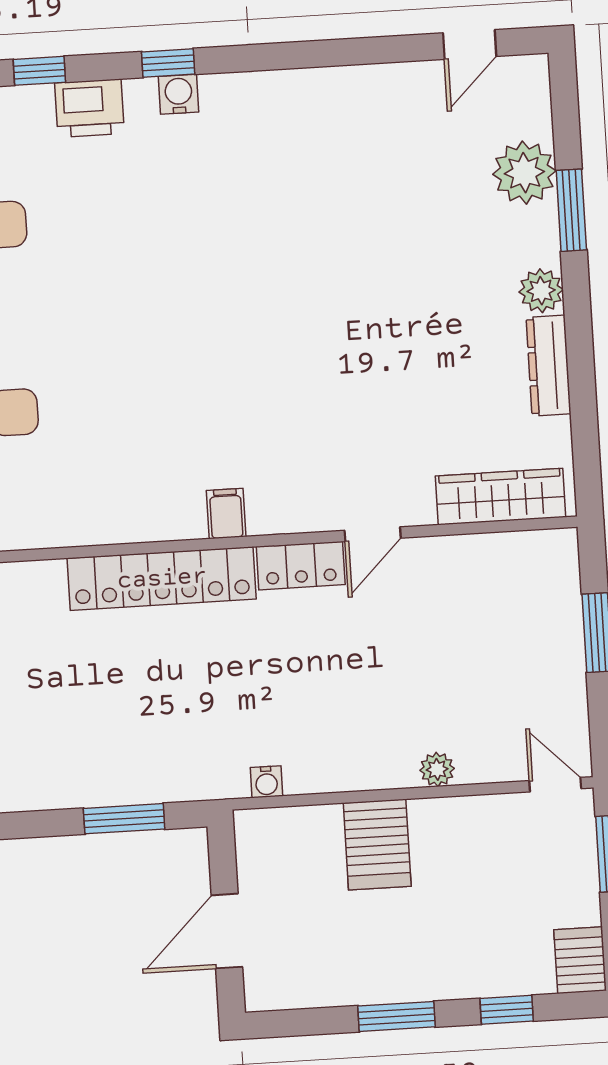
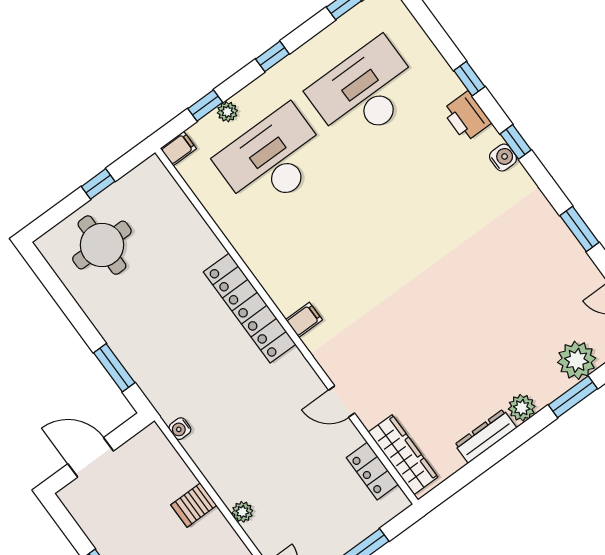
window: (345, 52) -> (579, 229), added
locker: (301, 566) -> (372, 471), moved
server rack: (377, 845) -> (194, 505), width x0.73, depth x0.70

